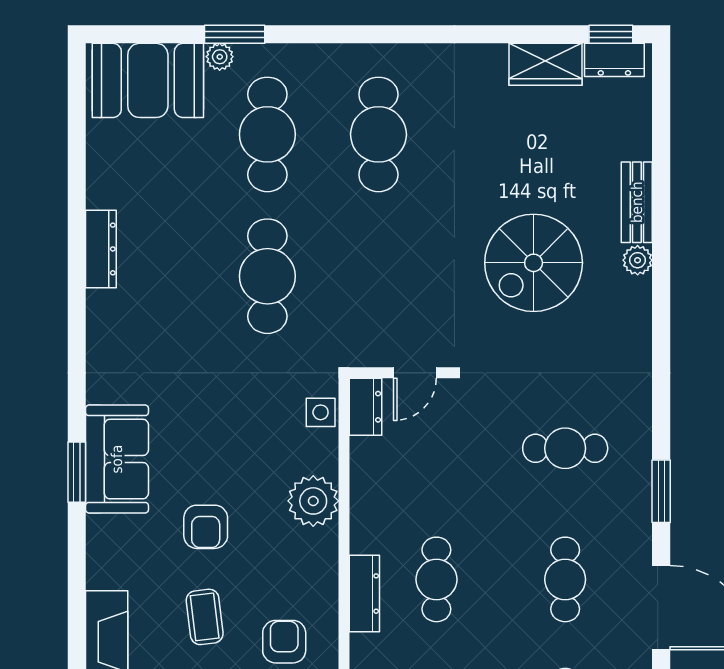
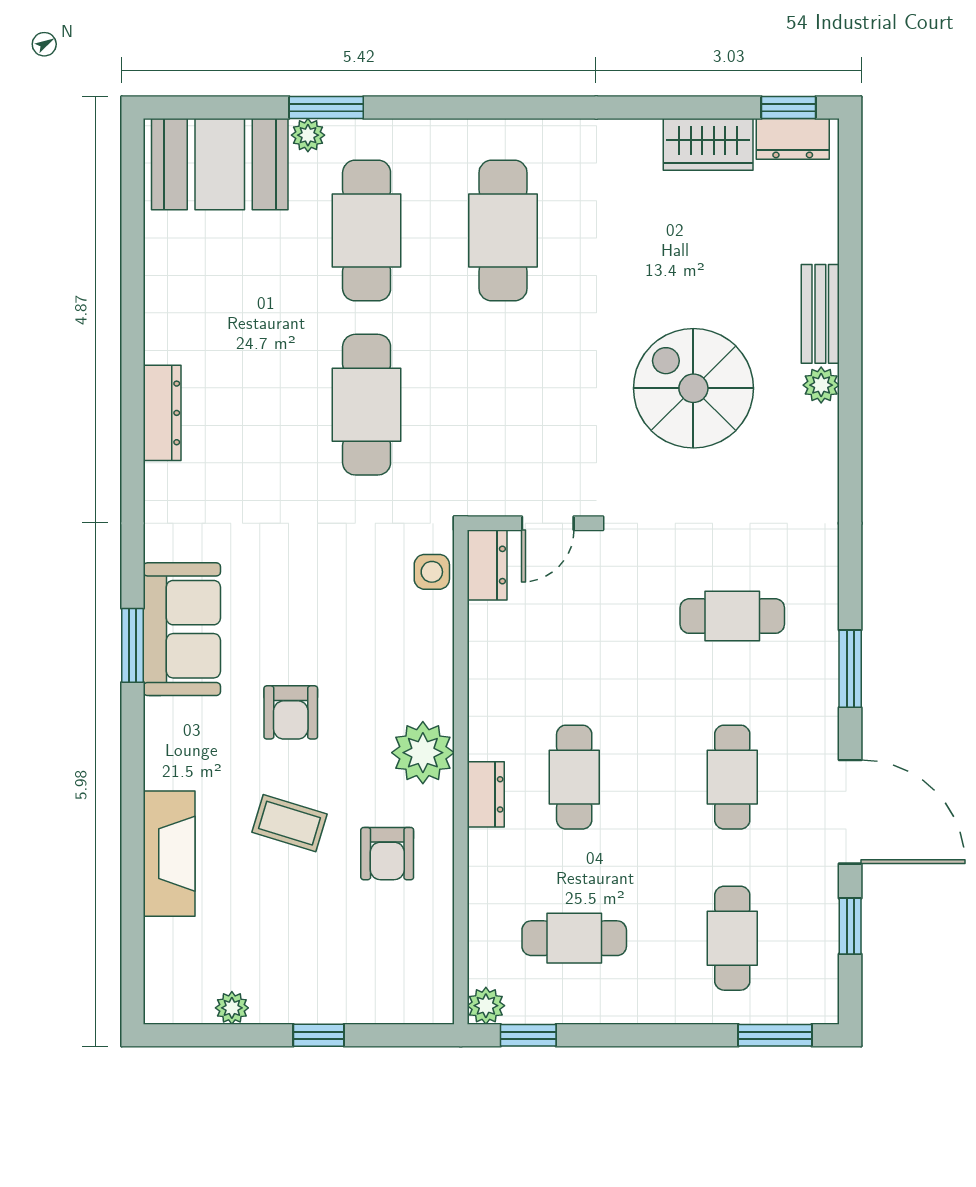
dresser: (101, 249) -> (162, 413), moved
spiral stairs: (534, 263) -> (693, 388), turned 90
plant: (313, 501) -> (423, 753), moved
dresser: (364, 594) -> (486, 794), width x0.70
coffee table: (205, 617) -> (289, 823), turned -66
armchair: (284, 642) -> (387, 854), turned 180

